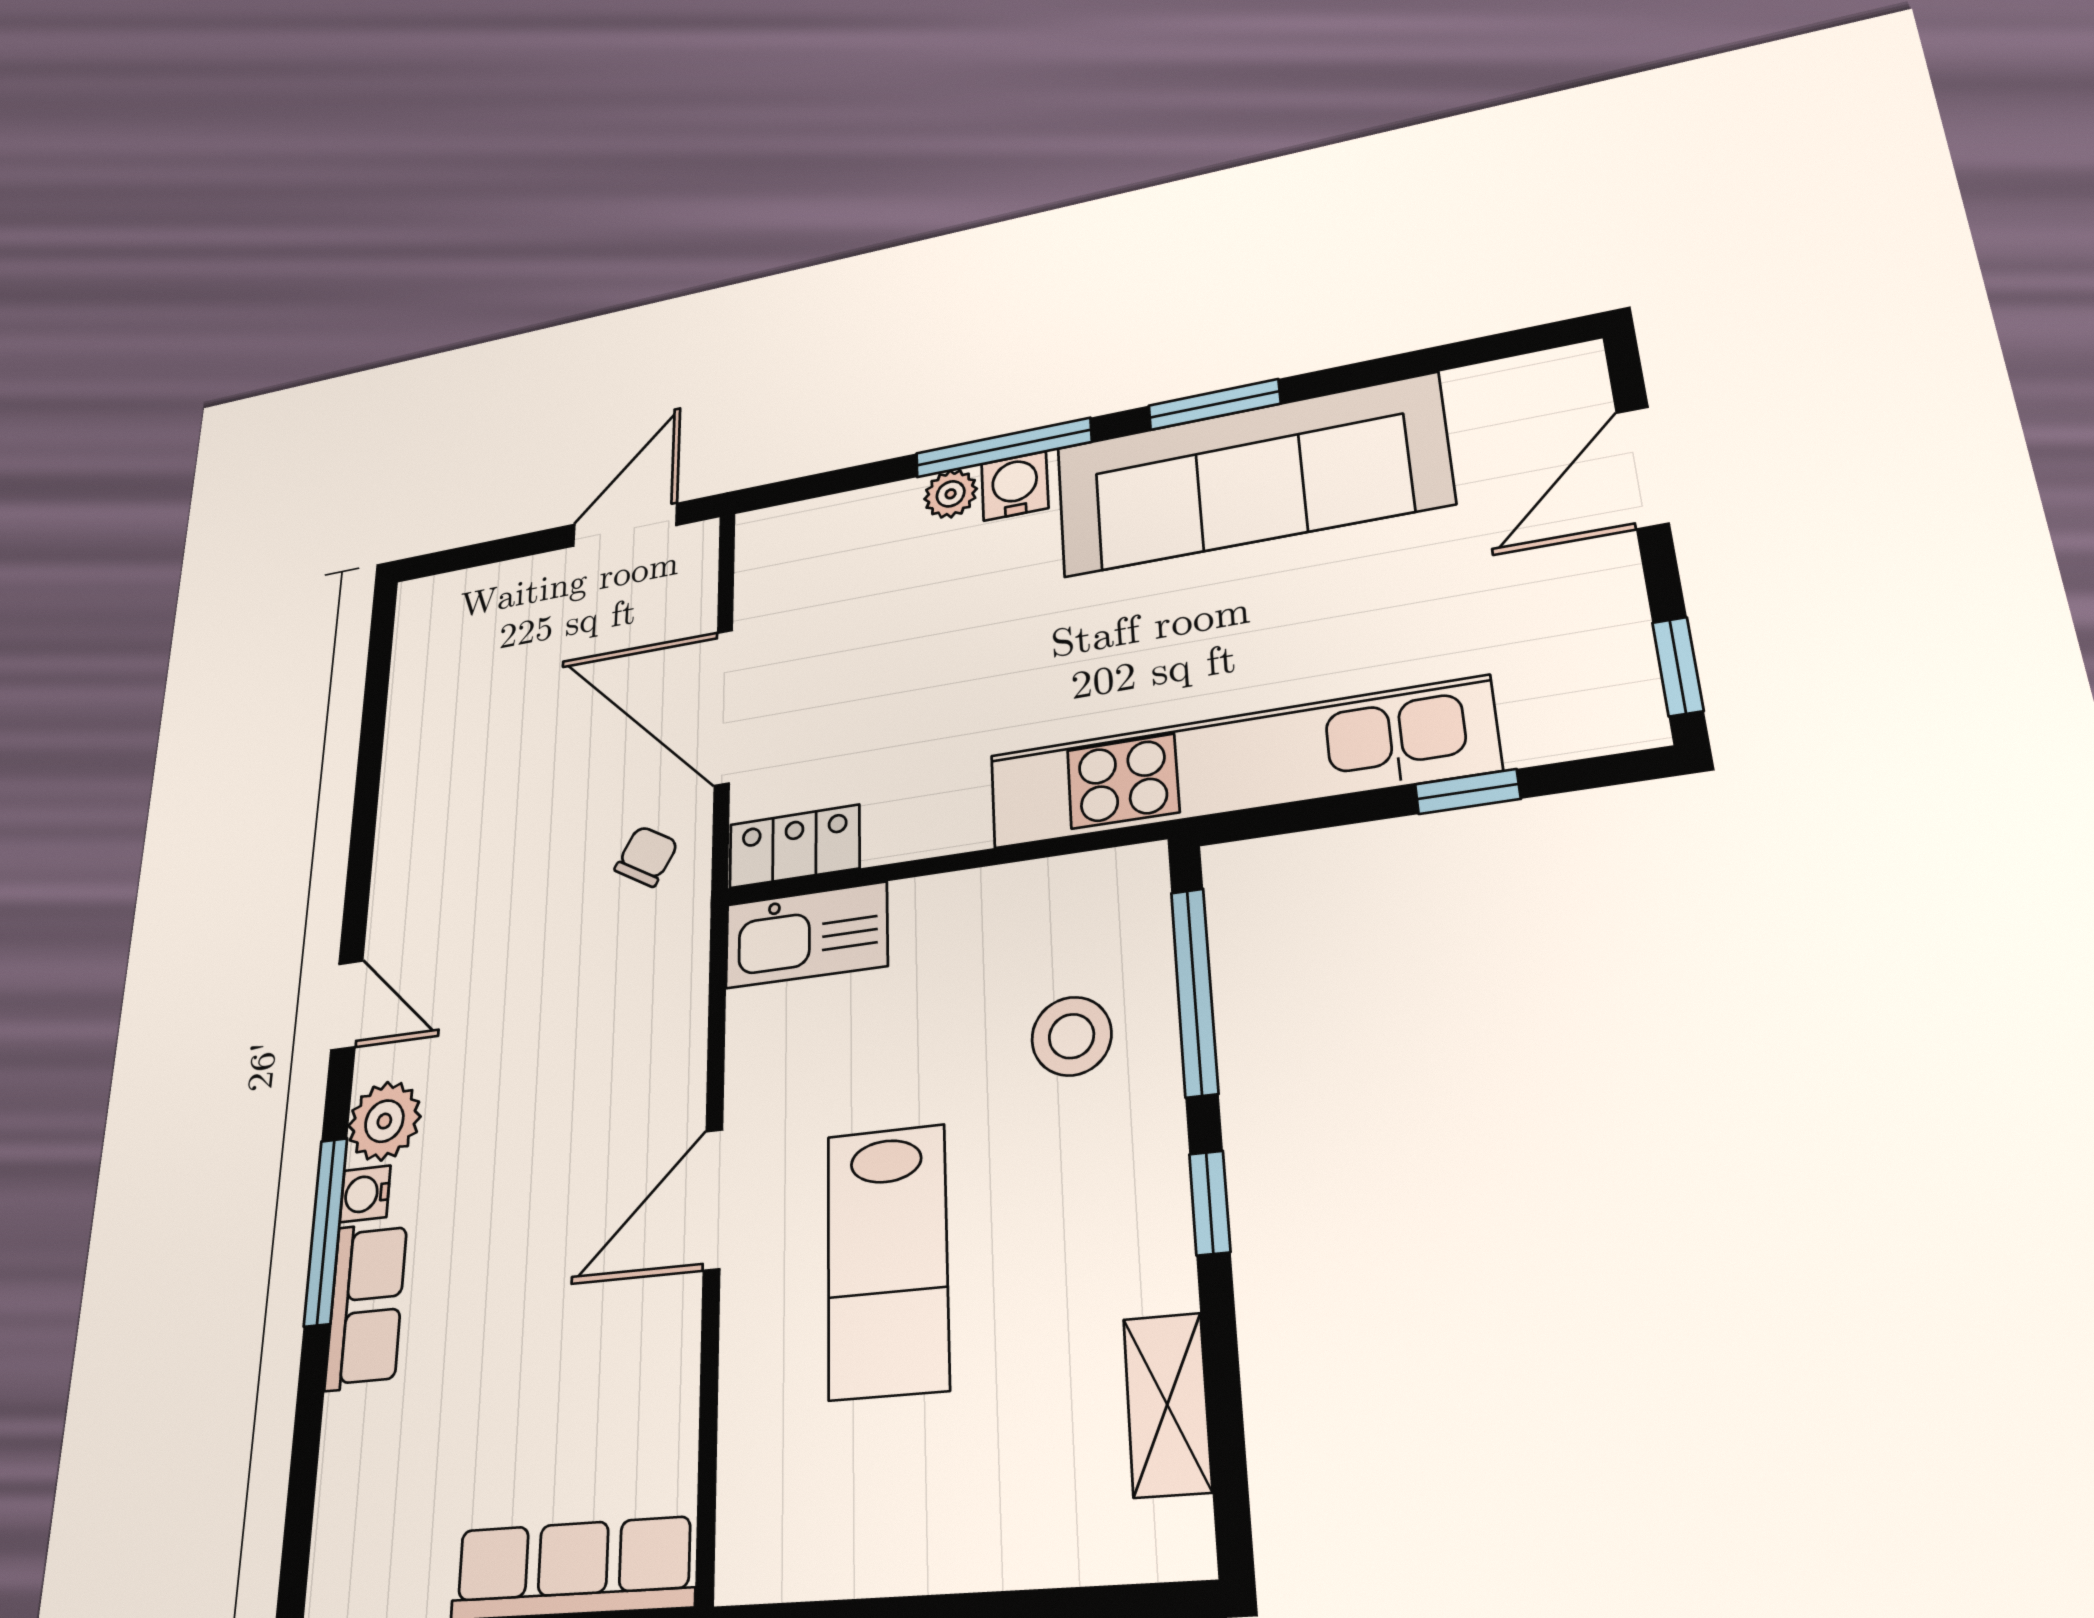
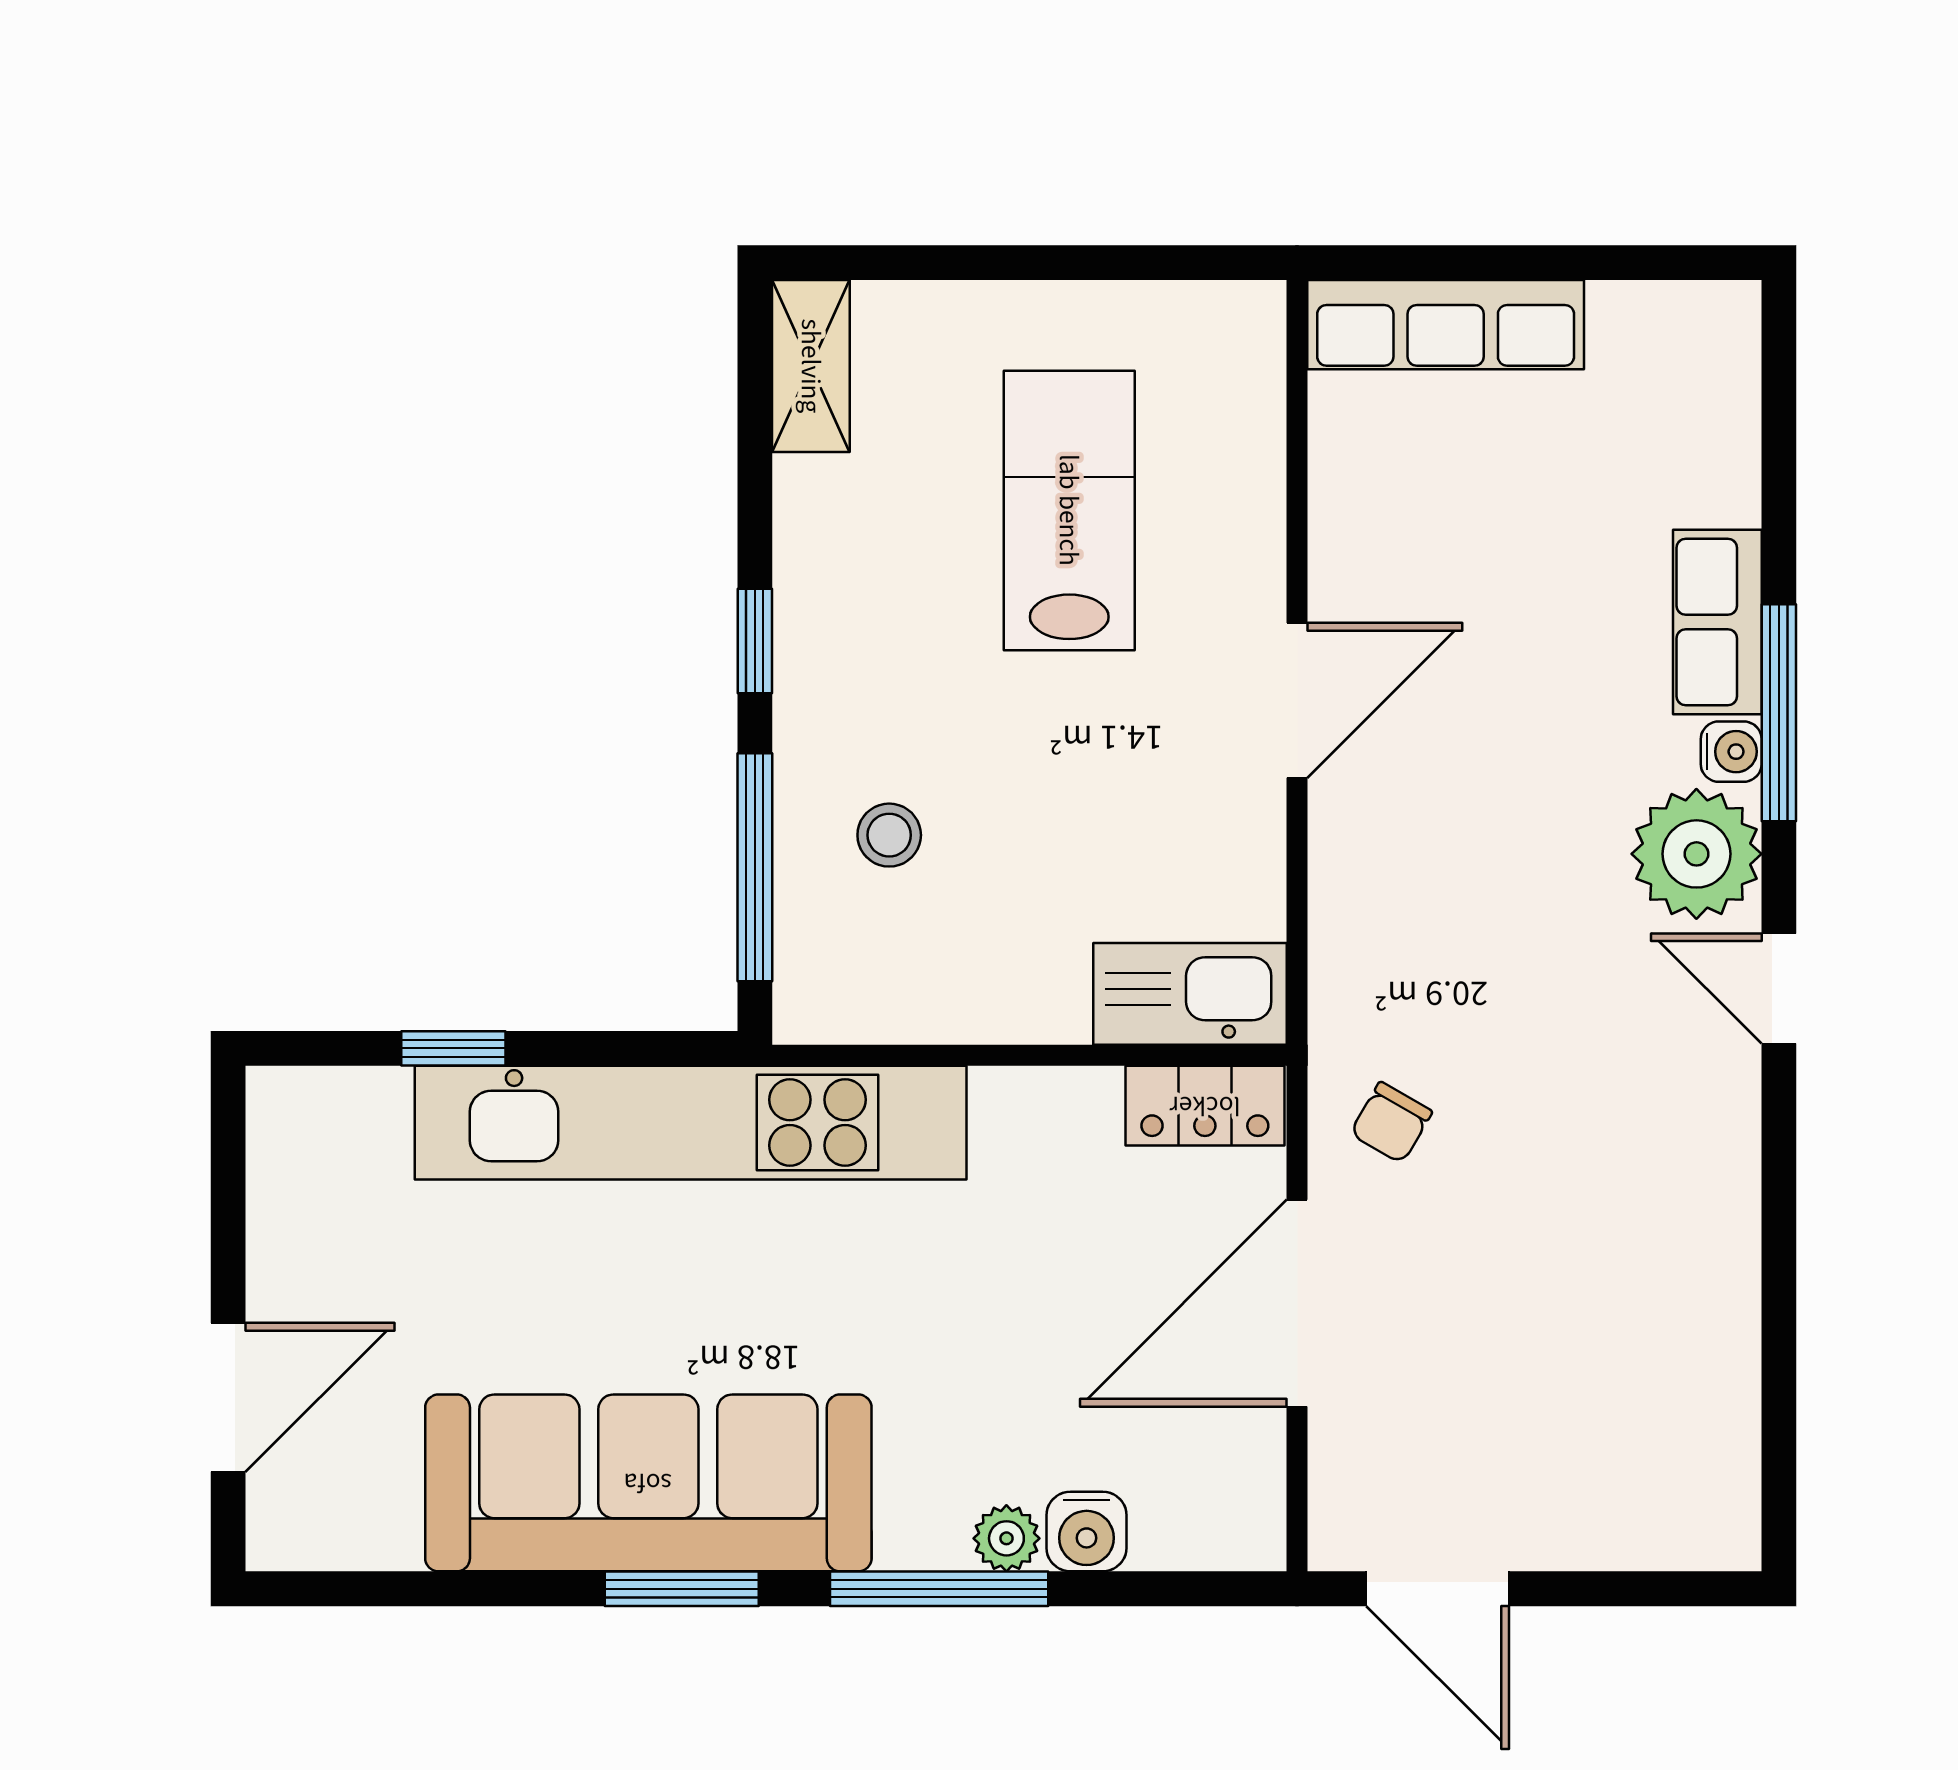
water cooler: (1015, 486) -> (1087, 1532), moved
door: (625, 525) -> (1438, 1589), hinge flipped
window: (1678, 667) -> (228, 1153), removed
door: (723, 707) -> (1297, 1303), swing flipped
stool: (1072, 1036) -> (889, 835), width x0.73, depth x0.73
plant: (384, 1121) -> (1696, 854), width x1.36, depth x1.36
lab bench: (887, 1260) -> (1069, 510), moved
shelving: (1167, 1405) -> (811, 366), moved

